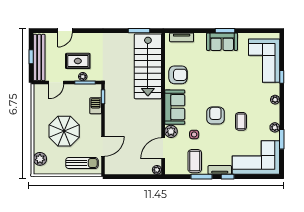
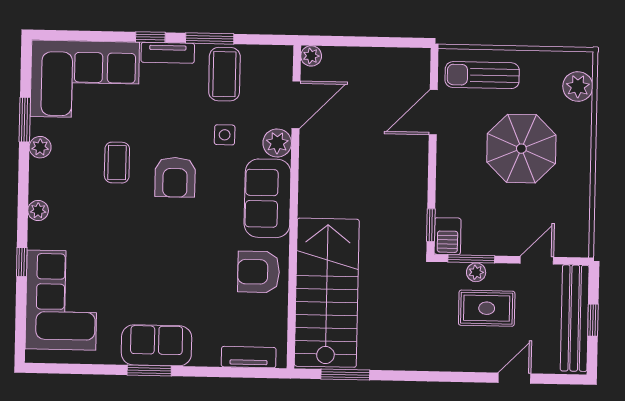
barbecue: (96, 106) -> (448, 236), moved

